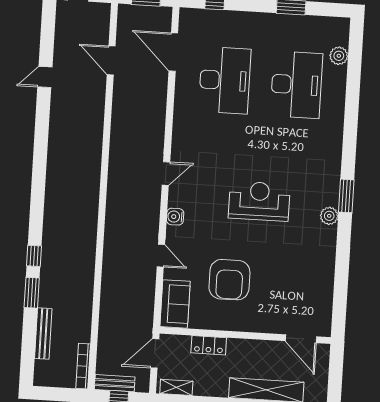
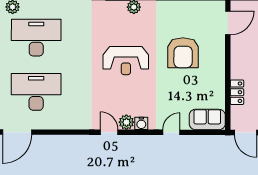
plant: (178, 197) -> (126, 122), added
reception desk: (259, 201) -> (126, 61), turned -90
armchair: (229, 280) -> (183, 53), moved, turned 90

